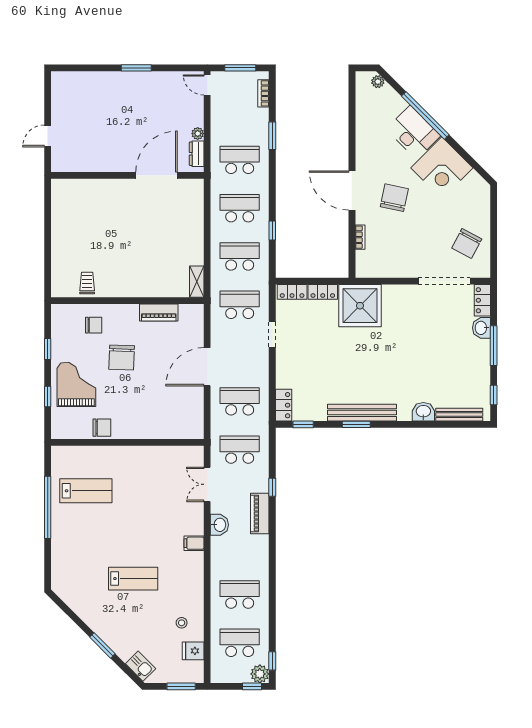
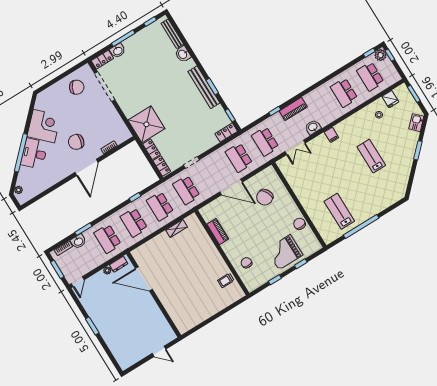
washbasin: (260, 119) -> (78, 241), added
shelving: (197, 282) -> (176, 228), moved
chair: (122, 357) -> (265, 197), moved, turned 151

